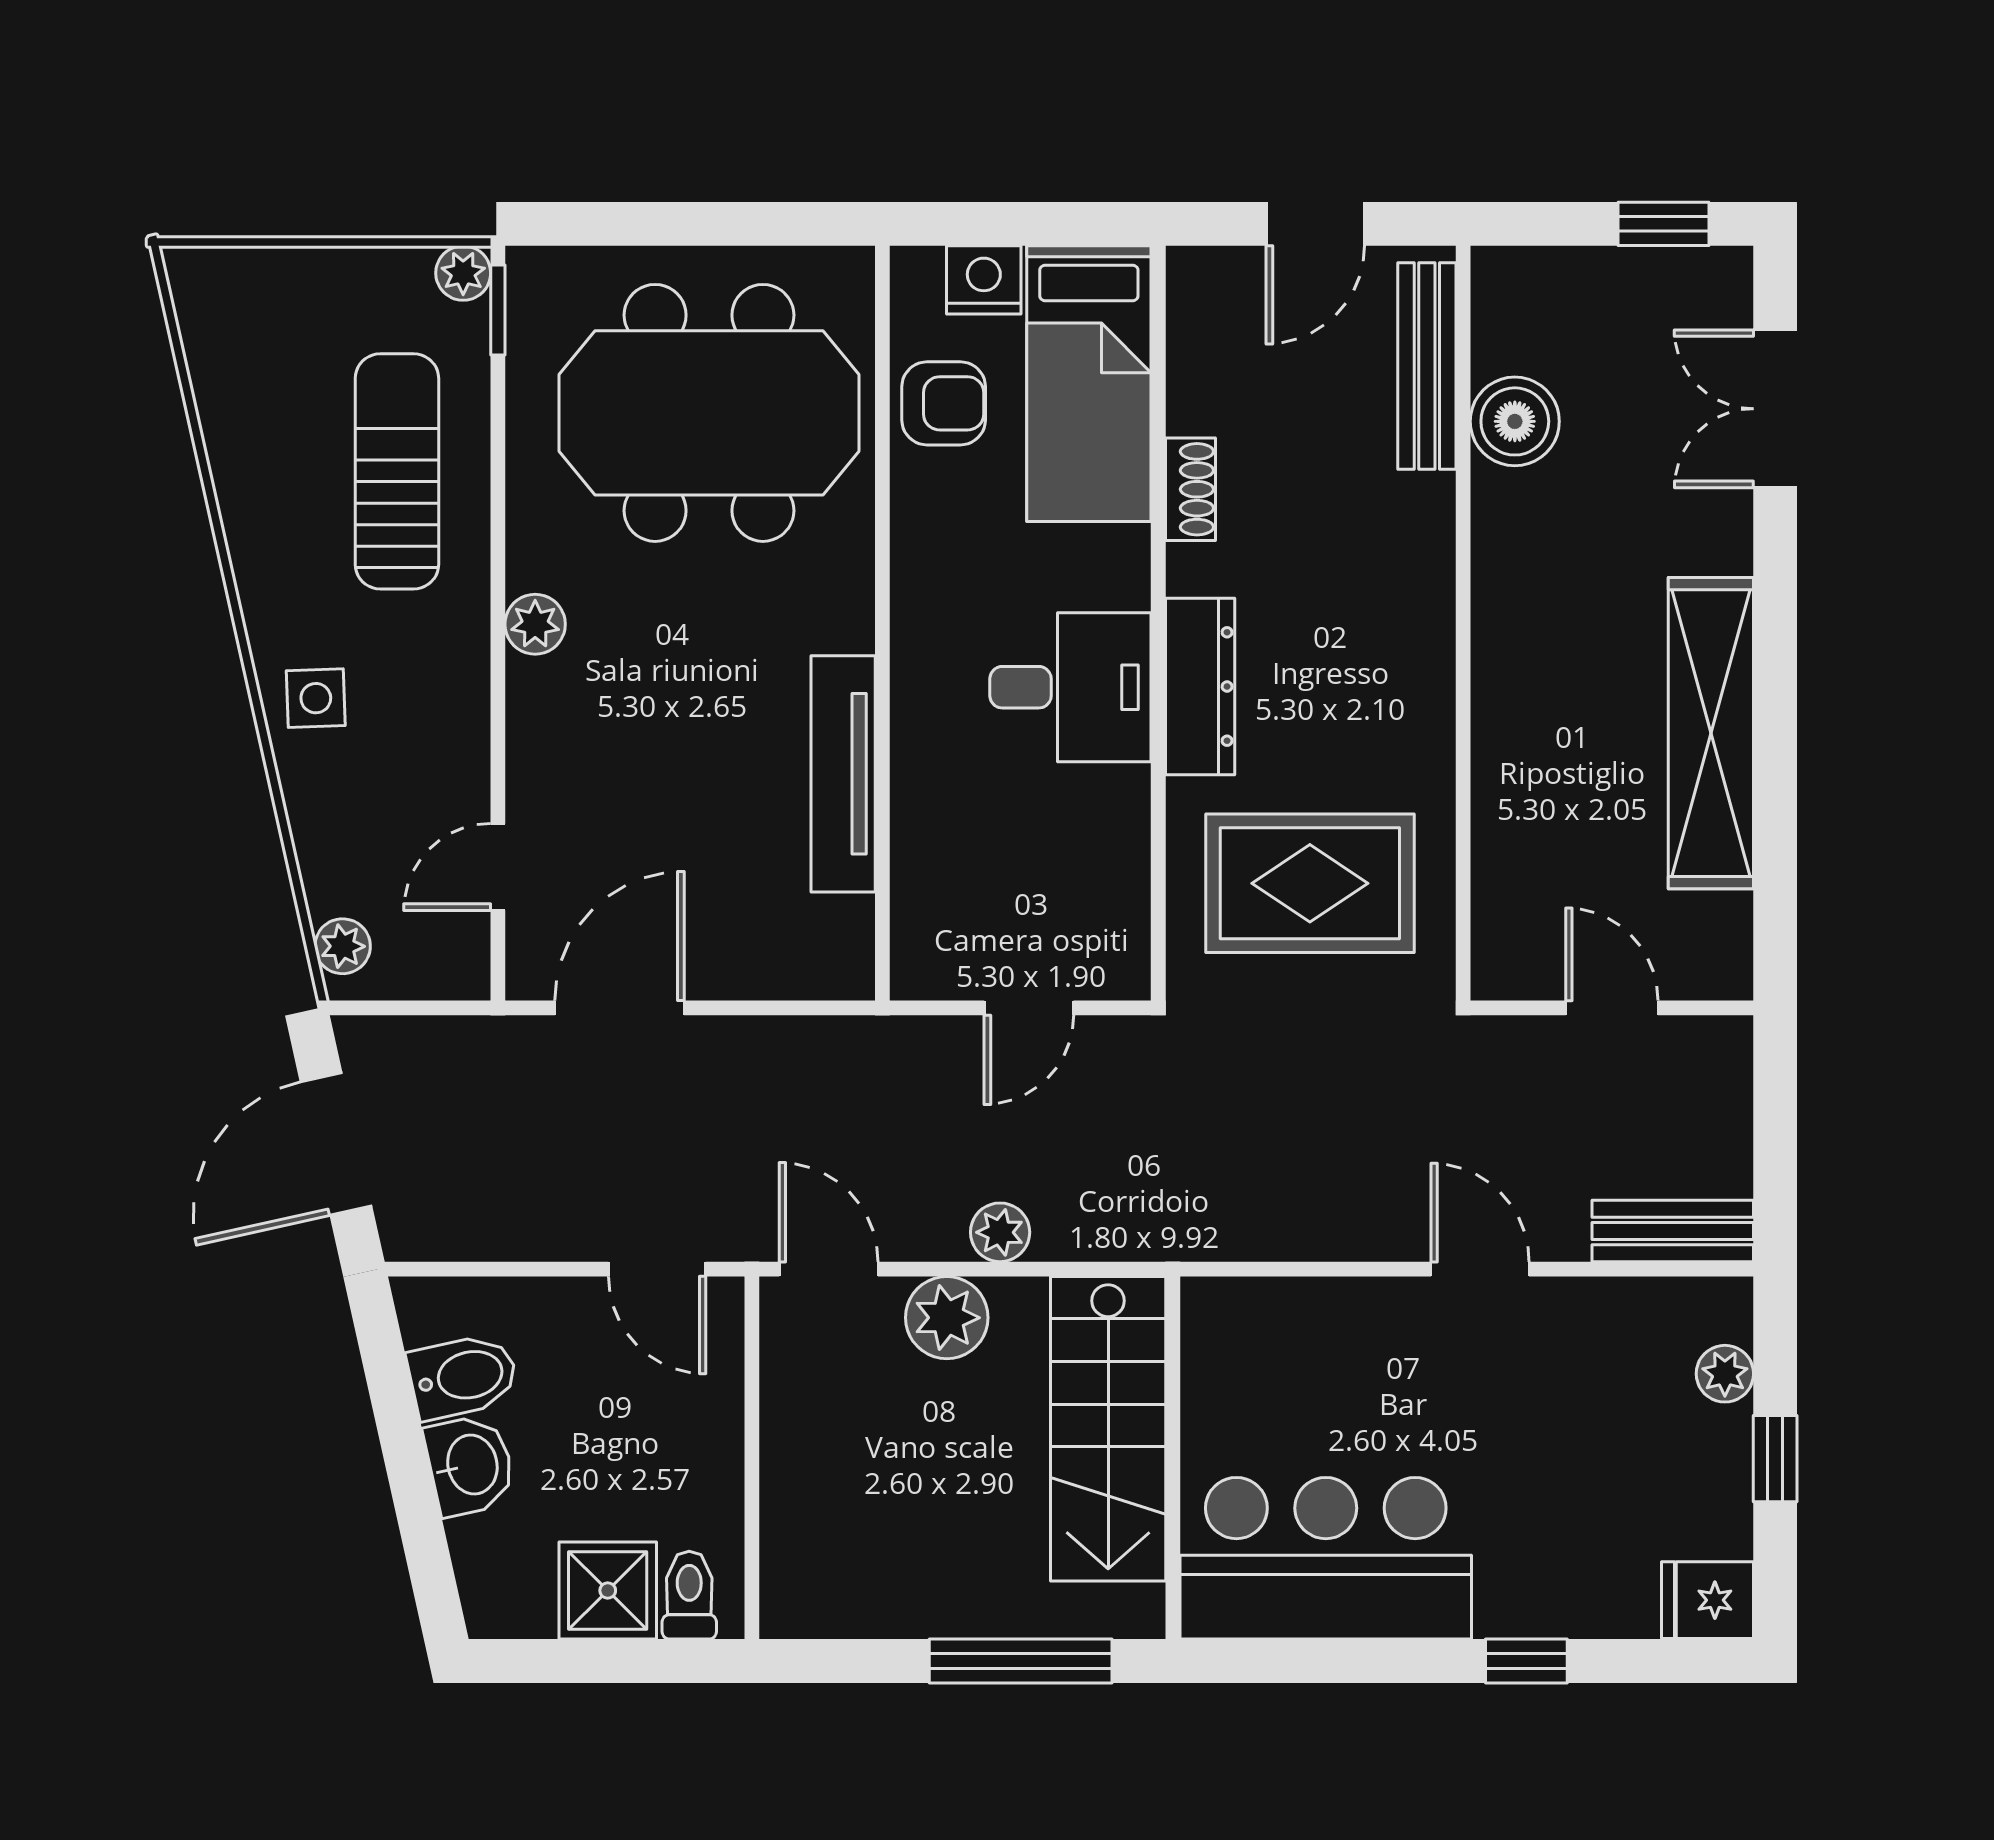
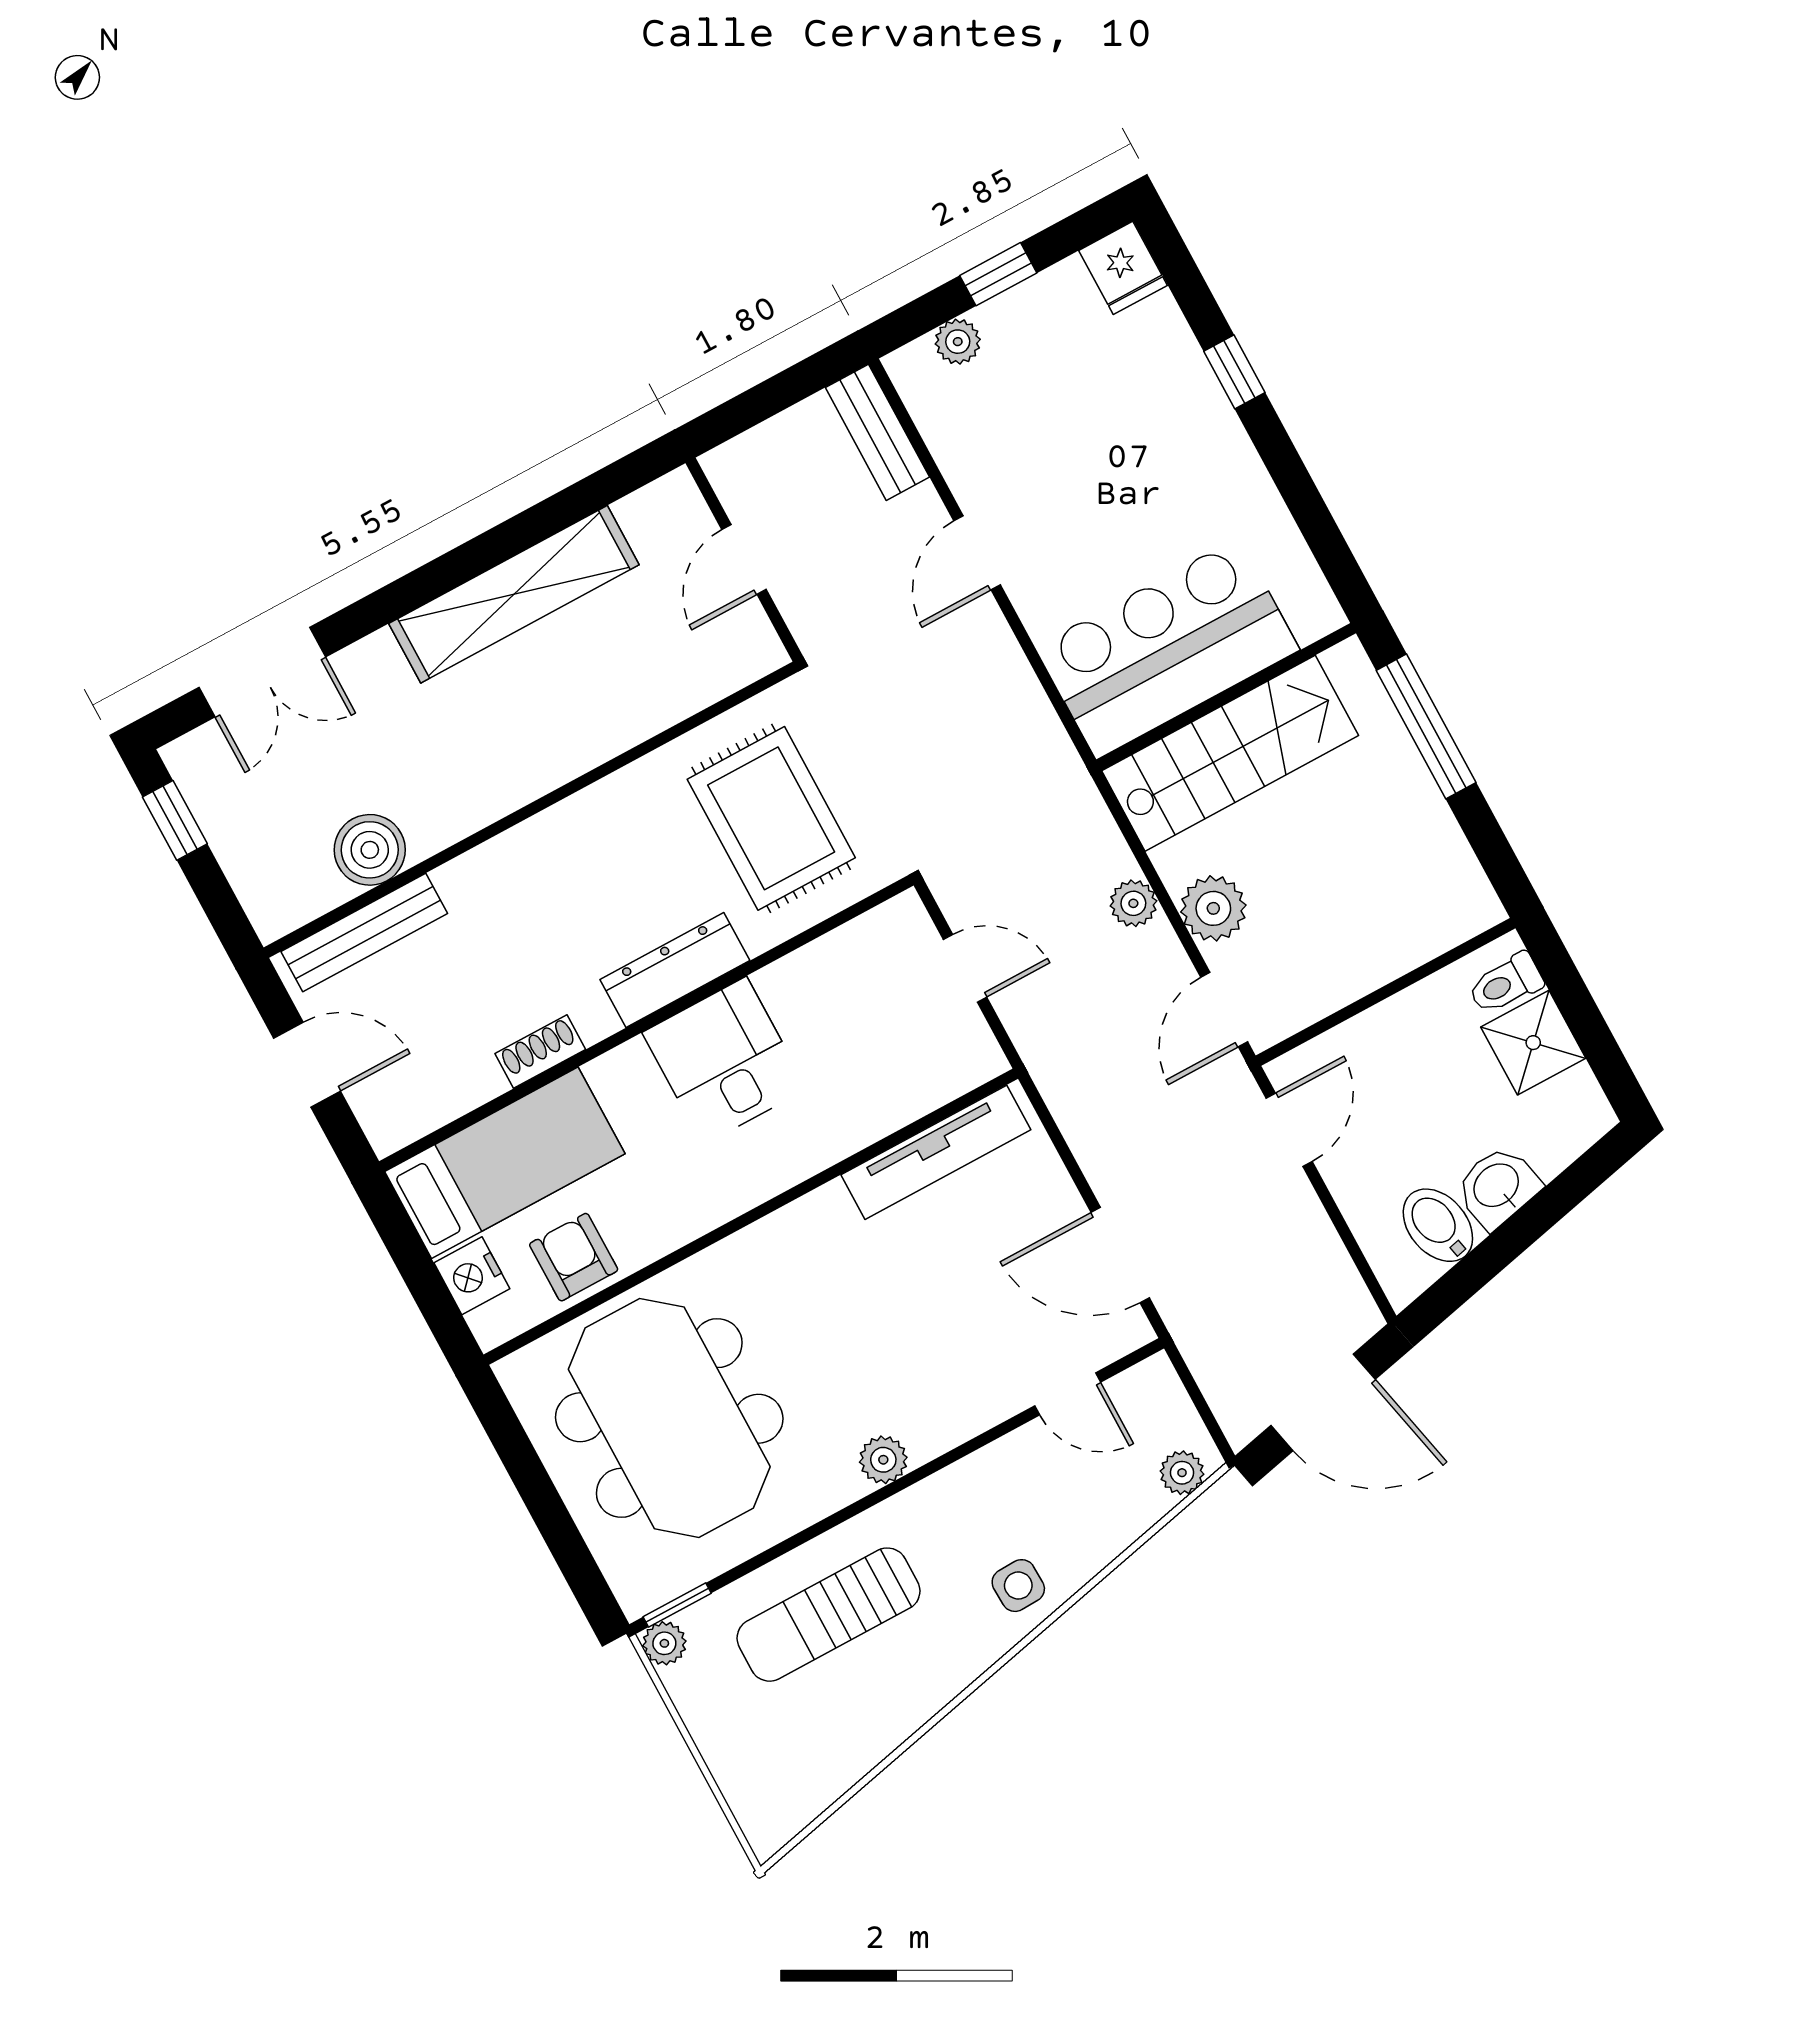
tv unit: (843, 774) -> (936, 1152), moved
bar counter: (1326, 1558) -> (1167, 648), moved, turned 90

